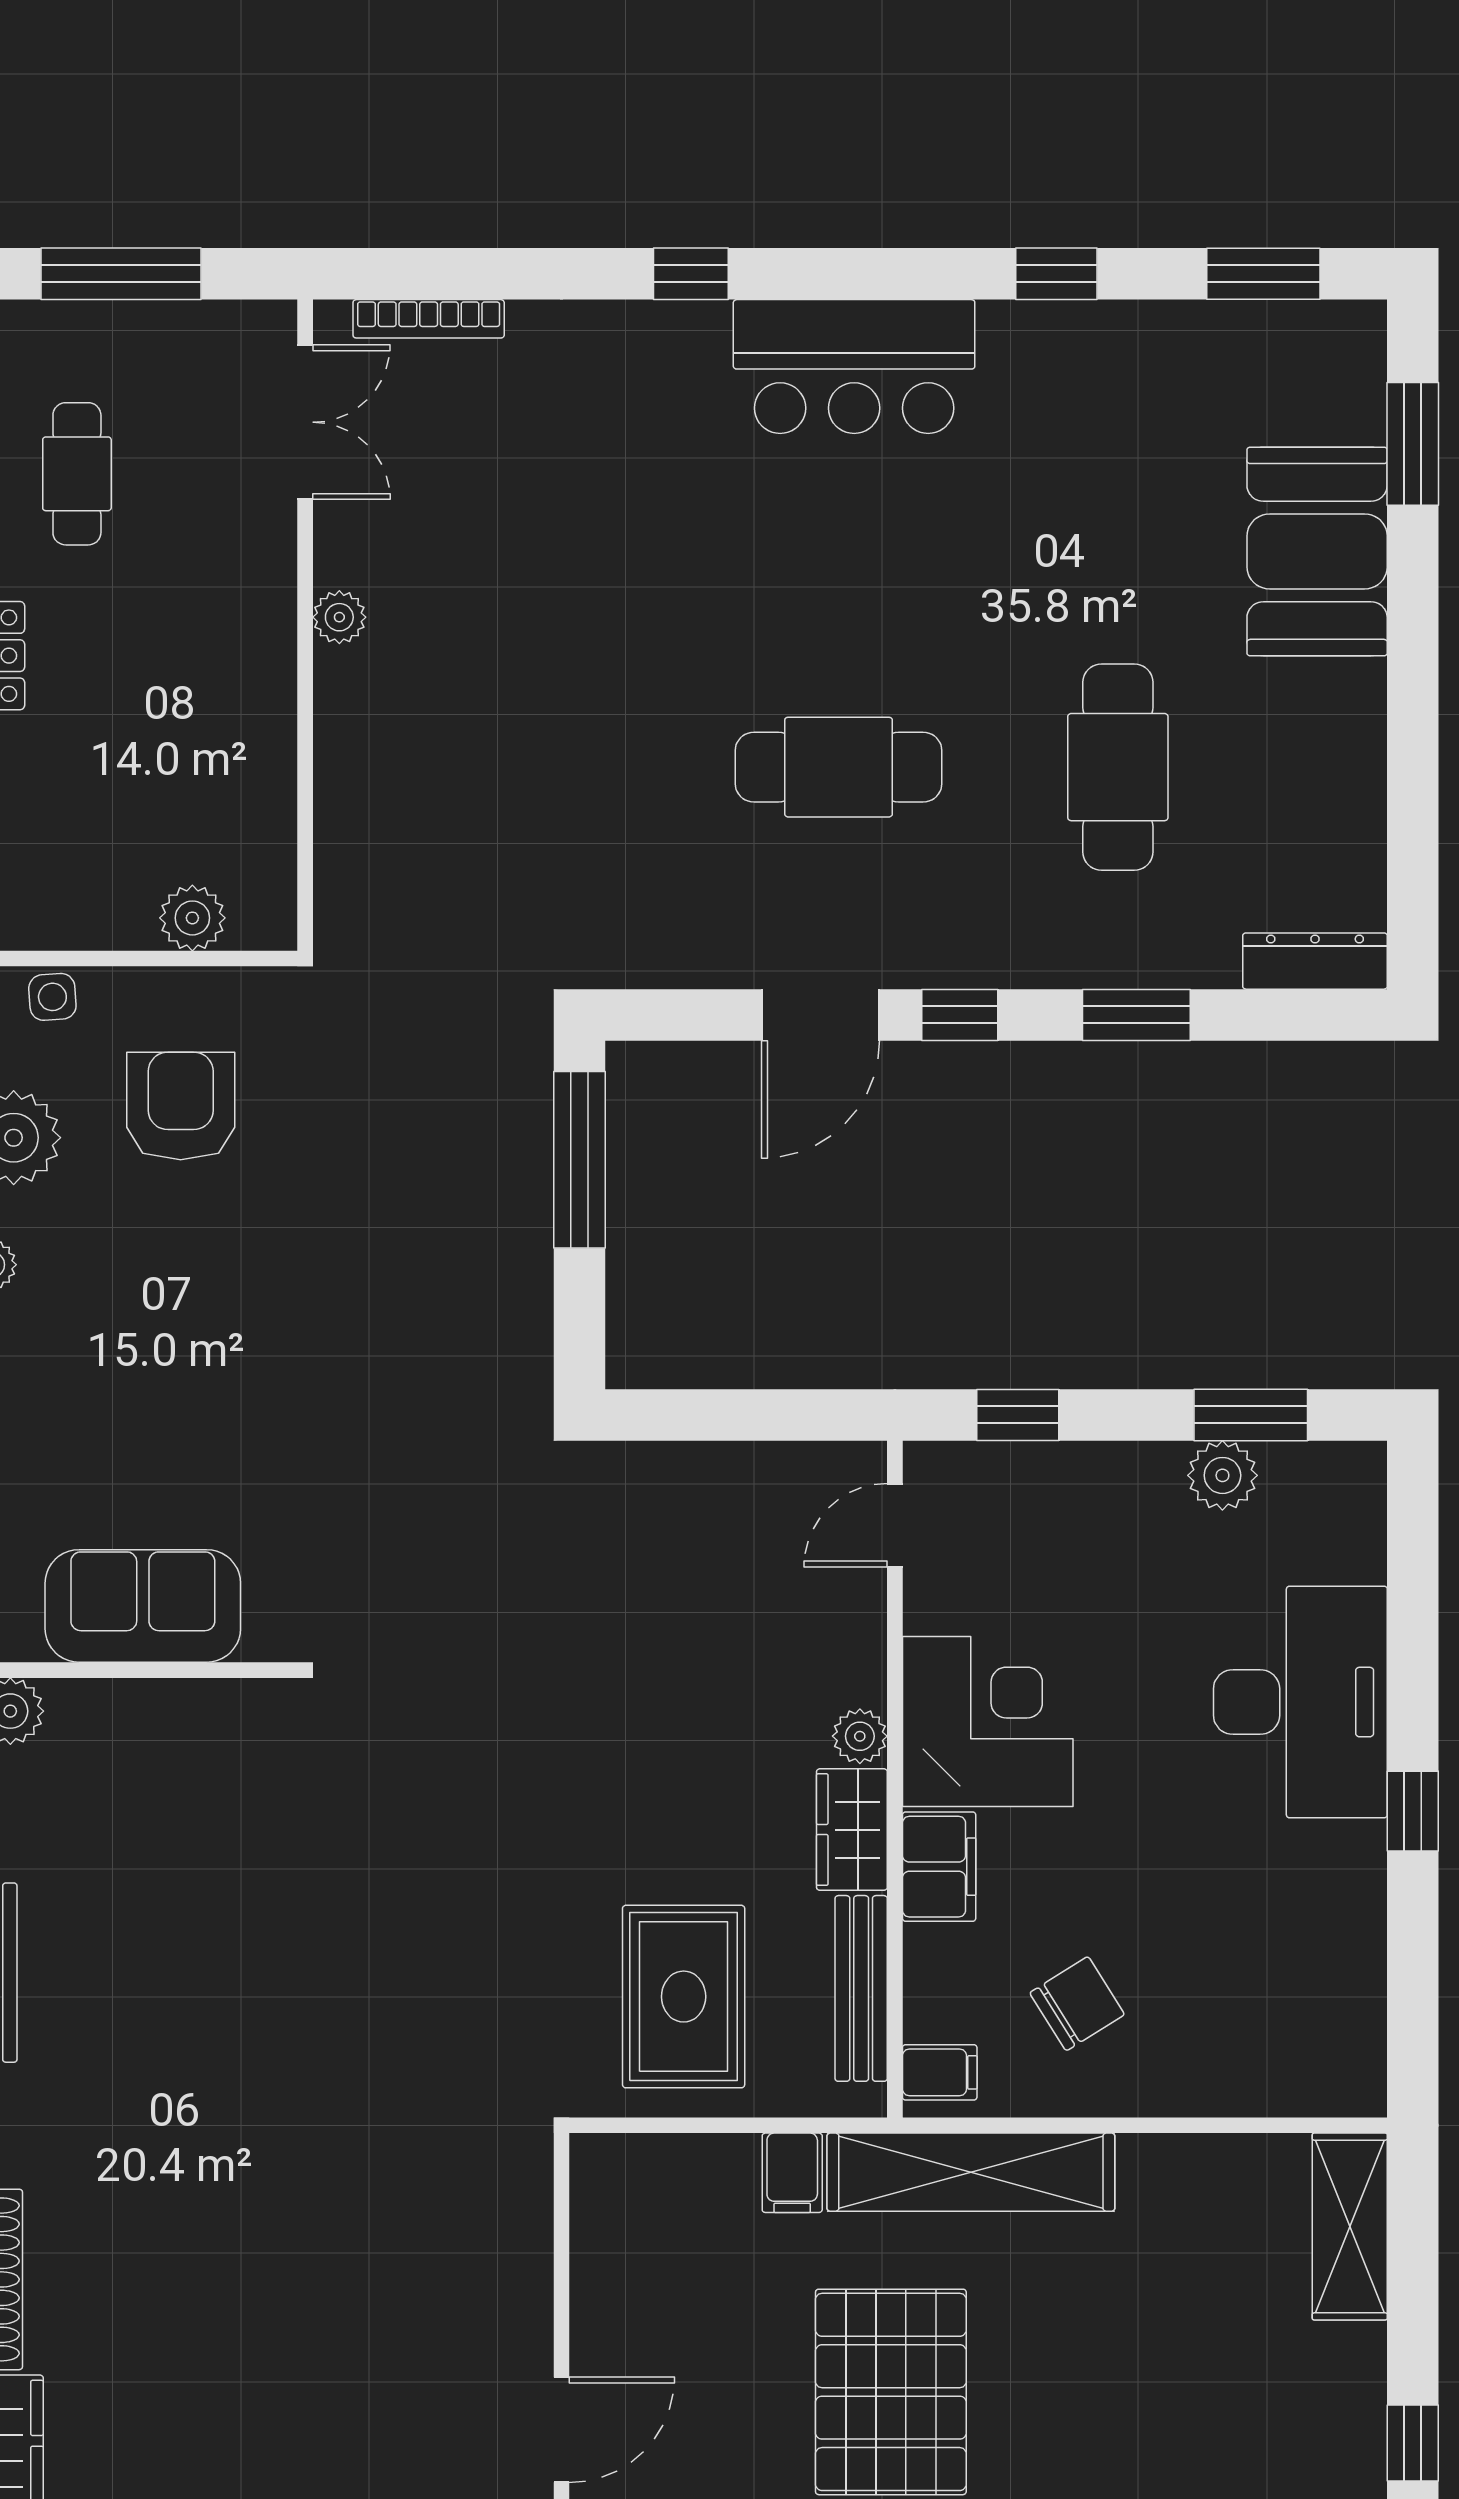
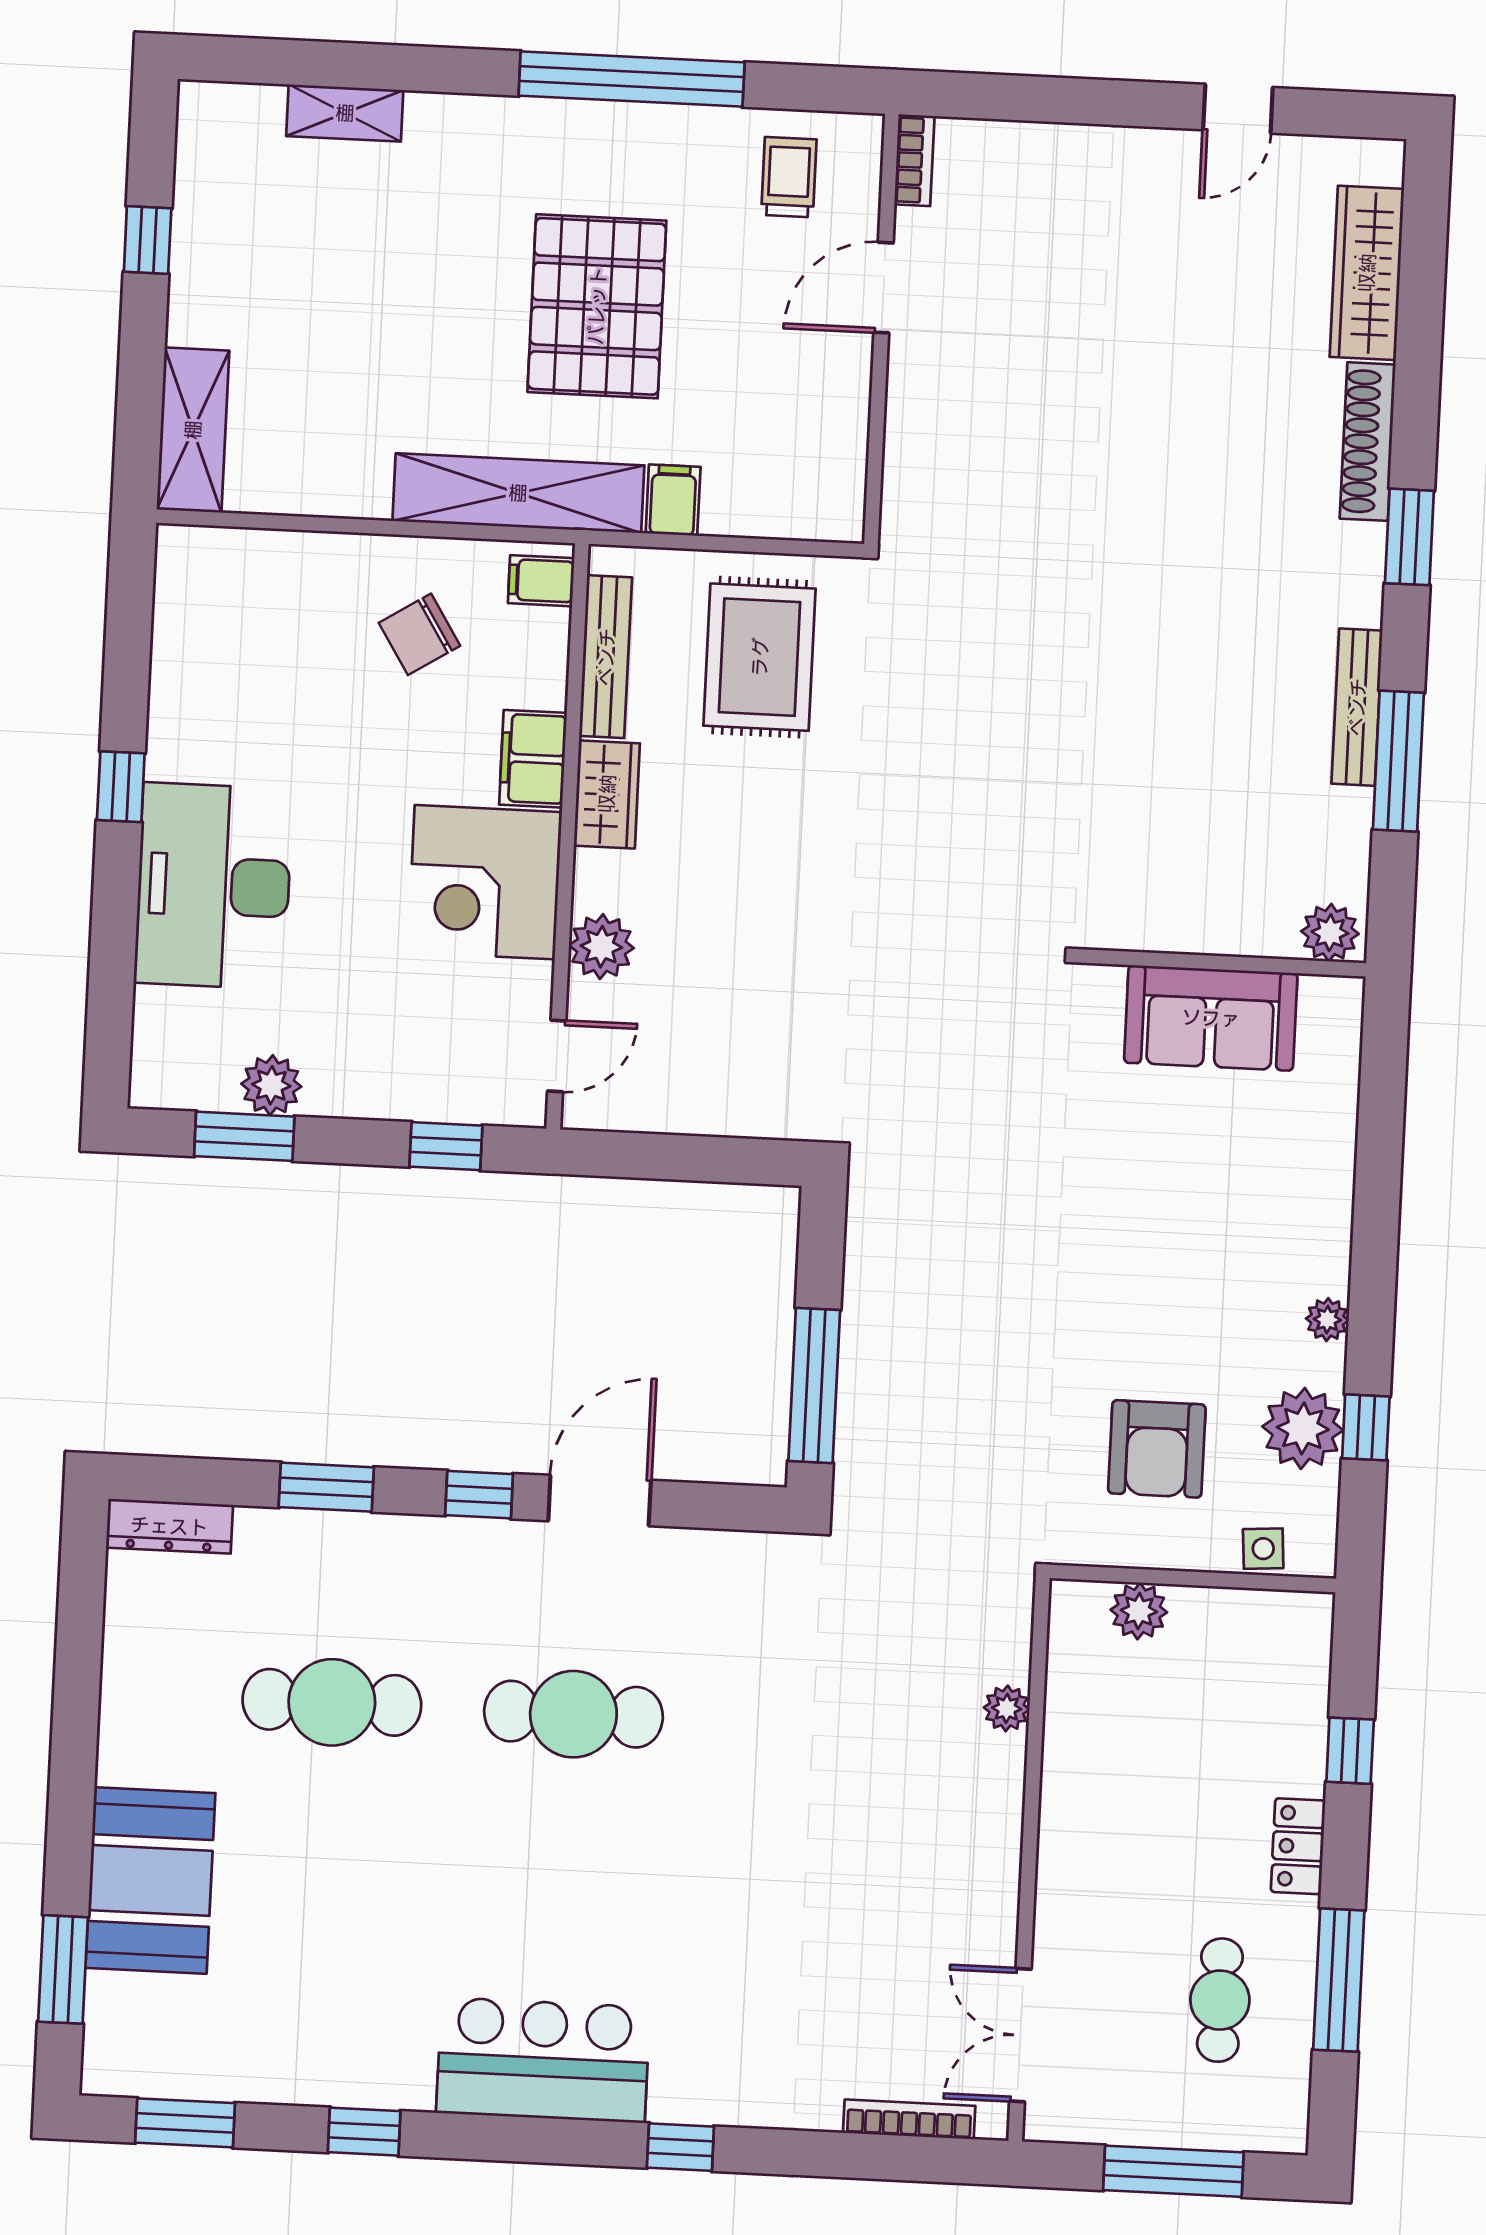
plant: (339, 617) -> (1007, 1708), moved
cafe table: (1118, 767) -> (332, 1702), turned 90
plant: (860, 1736) -> (601, 947), moved, width x1.38, depth x1.38

